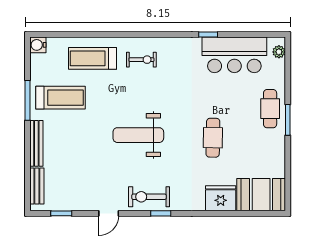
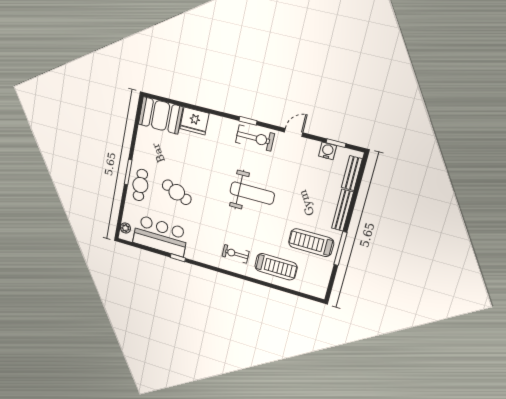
water cooler: (38, 45) -> (327, 151), moved, turned -90
cafe table: (213, 138) -> (177, 192), moved, turned -68

